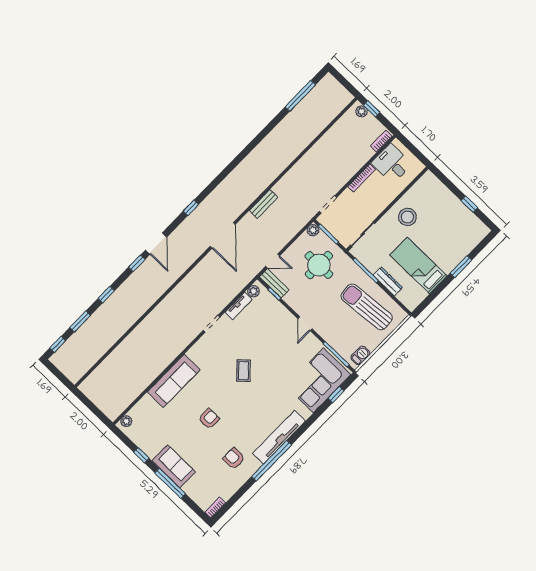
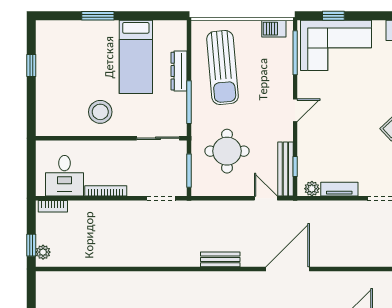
plant: (313, 230) -> (200, 189), removed
bench: (274, 283) -> (285, 169), width x1.36

